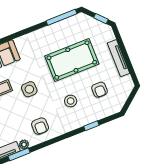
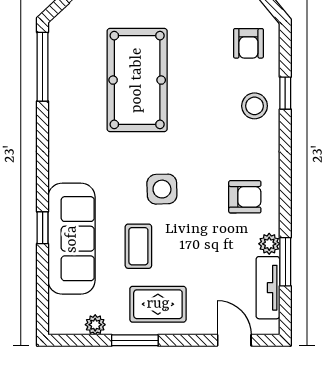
armchair: (100, 90) -> (248, 43), moved, turned 90
stool: (71, 101) -> (255, 106), moved

